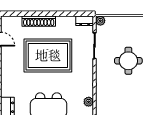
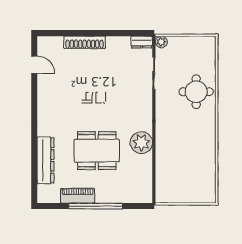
rug: (48, 55) -> (96, 85), removed
plant: (89, 102) -> (141, 143), width x1.87, depth x1.87

